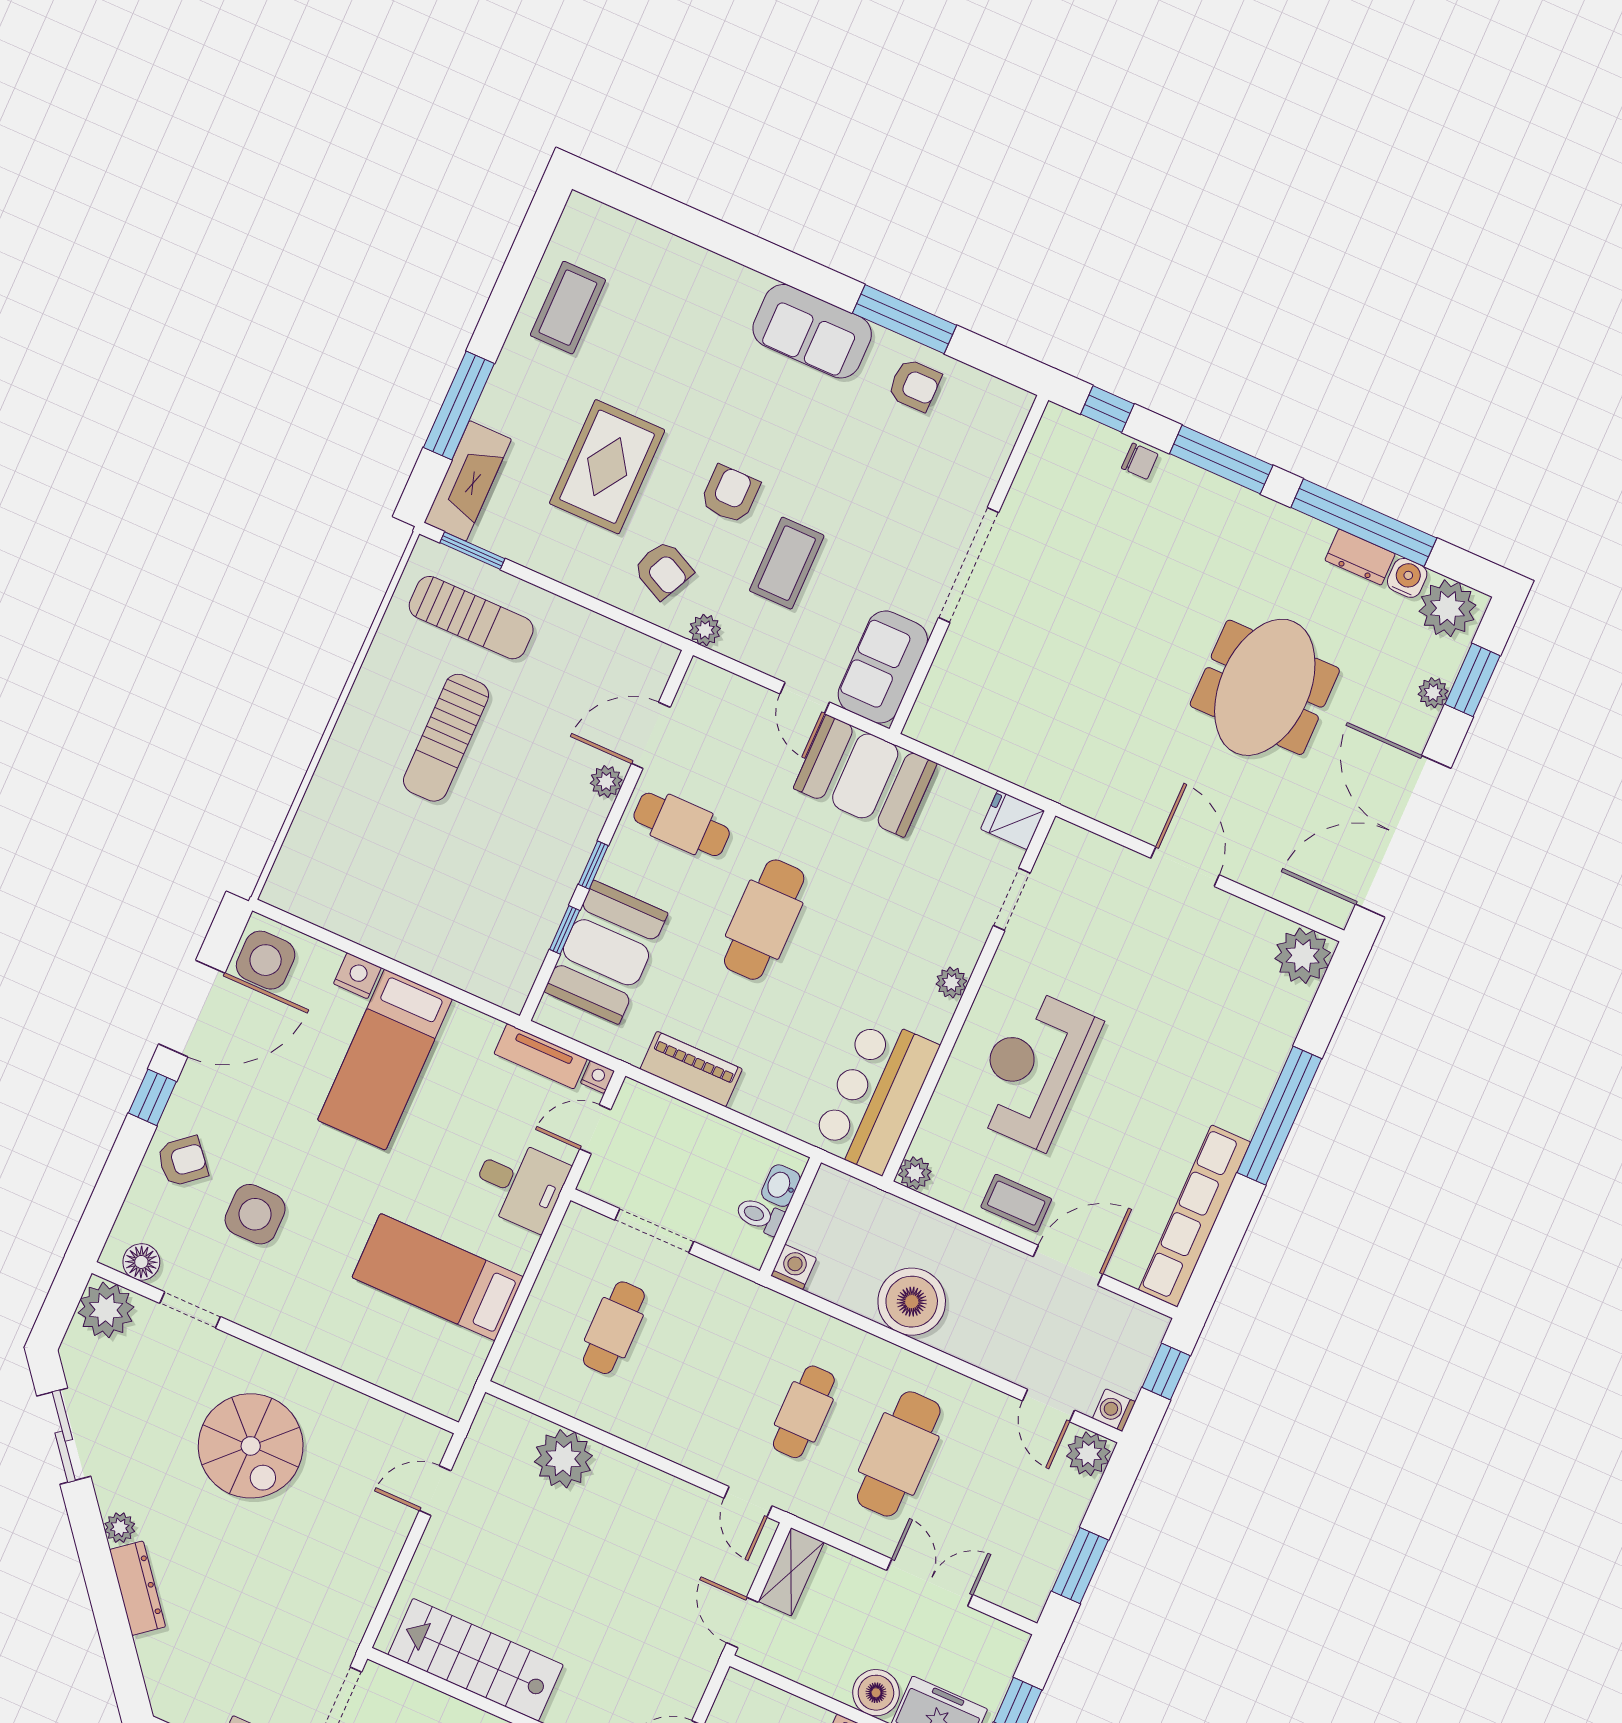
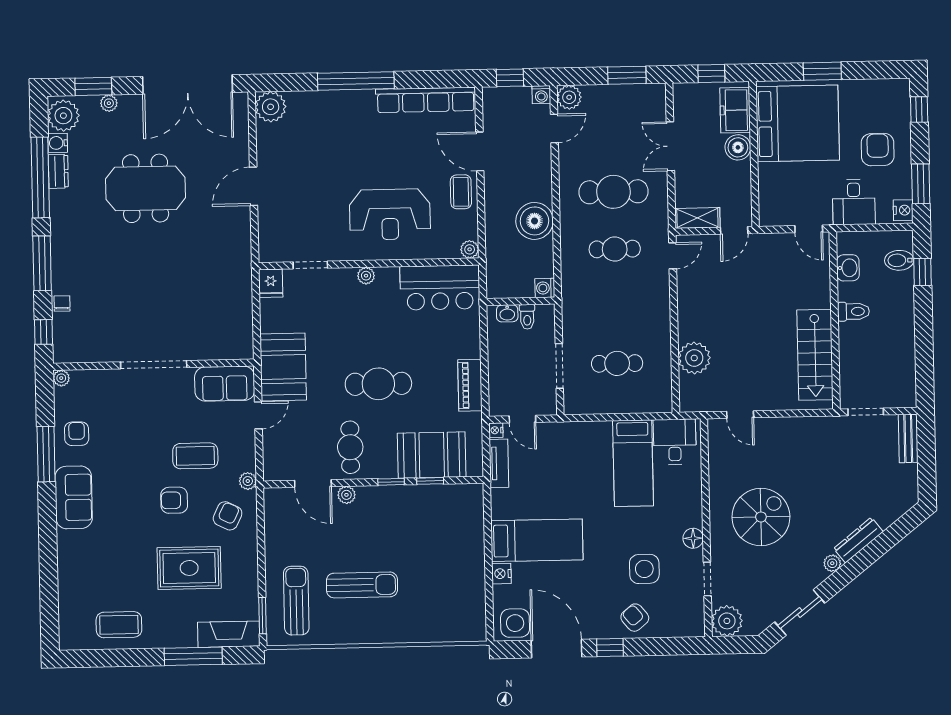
plant: (1018, 403) -> (61, 378), added
desk: (520, 1184) -> (675, 442), moved
floor lamp: (141, 1262) -> (693, 538), moved

